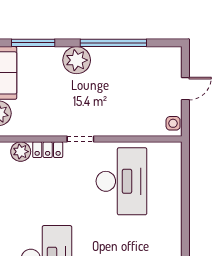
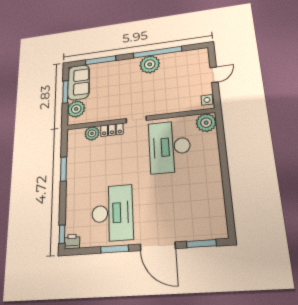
plant: (77, 60) -> (150, 64), moved
plant: (169, 154) -> (206, 123), added
desk: (121, 181) -> (170, 147), turned 180

